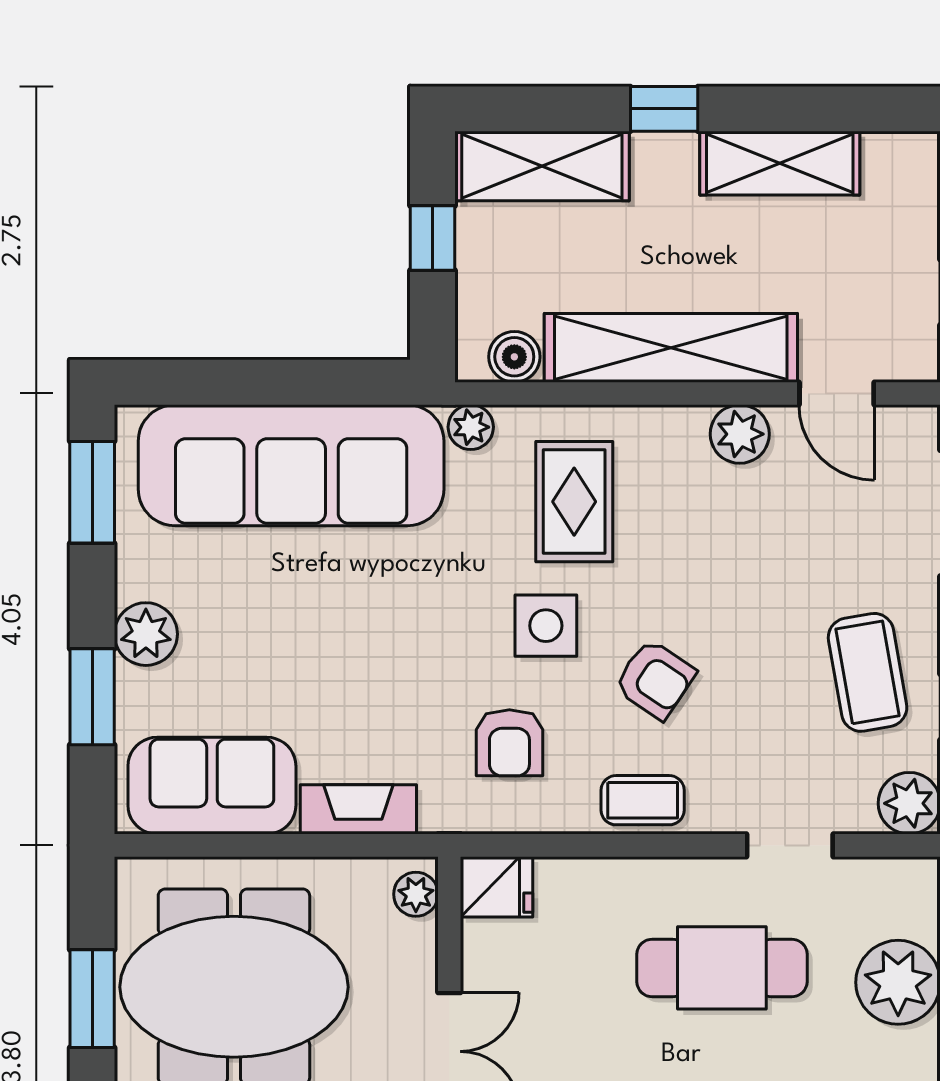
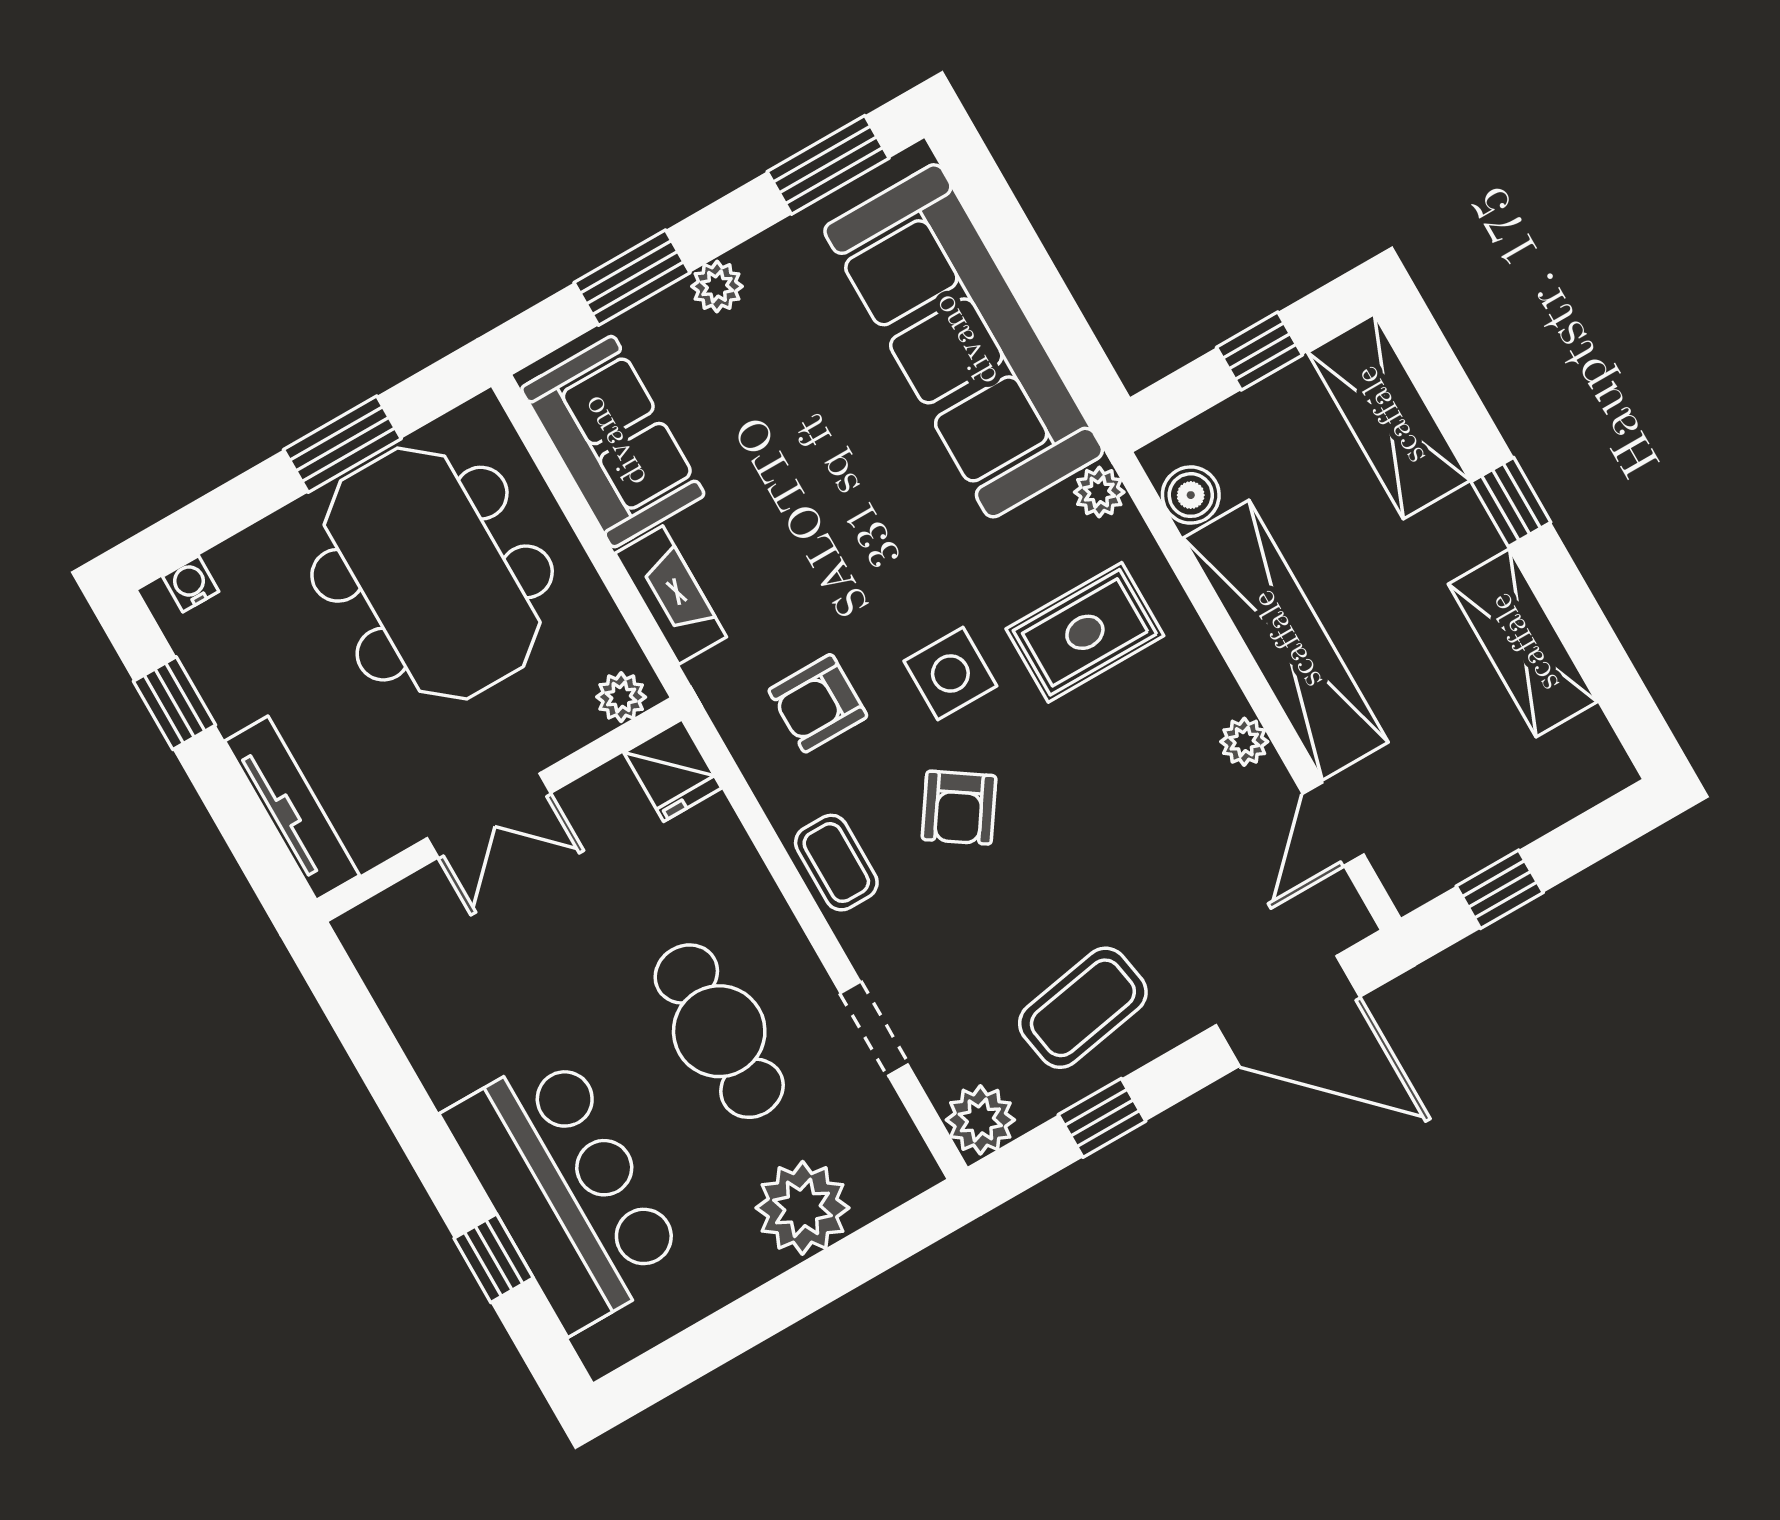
plant: (740, 434) -> (1244, 742), width x0.73, depth x0.73
plant: (146, 634) -> (717, 286), width x0.73, depth x0.73

